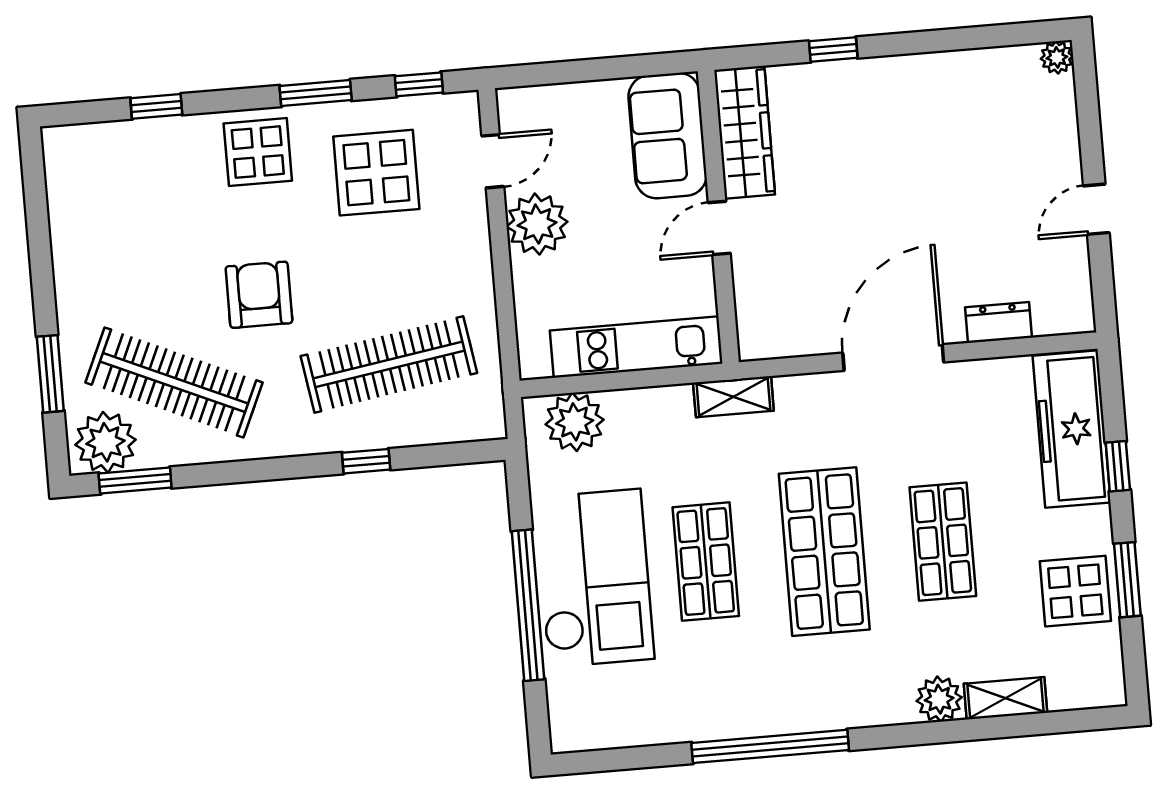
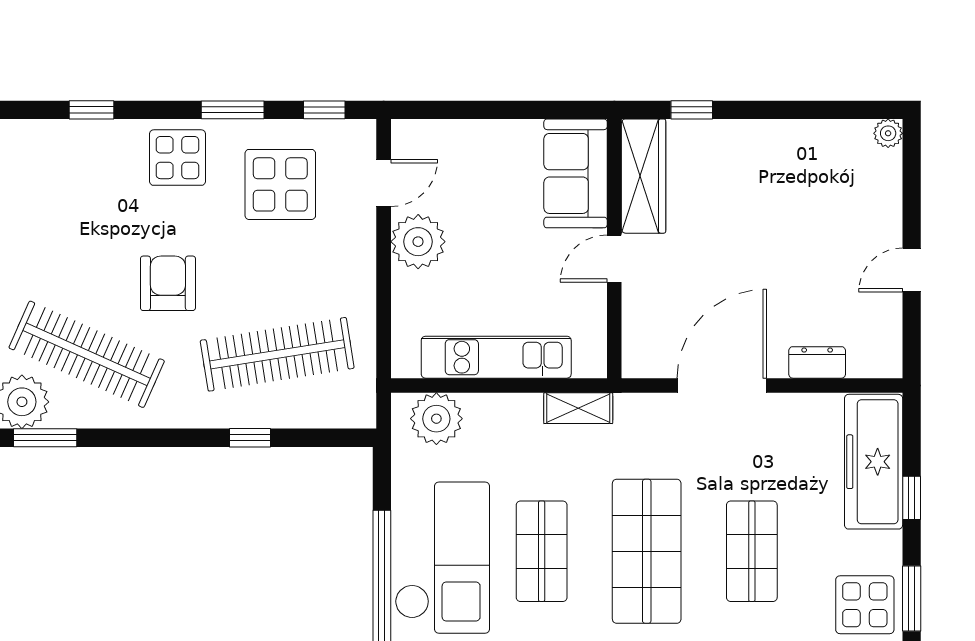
wardrobe: (745, 132) -> (644, 176), moved
sofa: (668, 136) -> (576, 173), moved
wall: (718, 217) -> (614, 249), moved
door: (719, 228) -> (614, 259), moved

